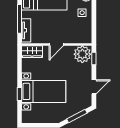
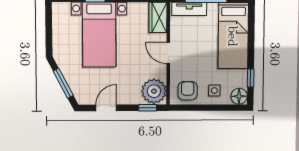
armchair: (82, 31) -> (188, 91), added
door: (94, 87) -> (106, 108), swing flipped

